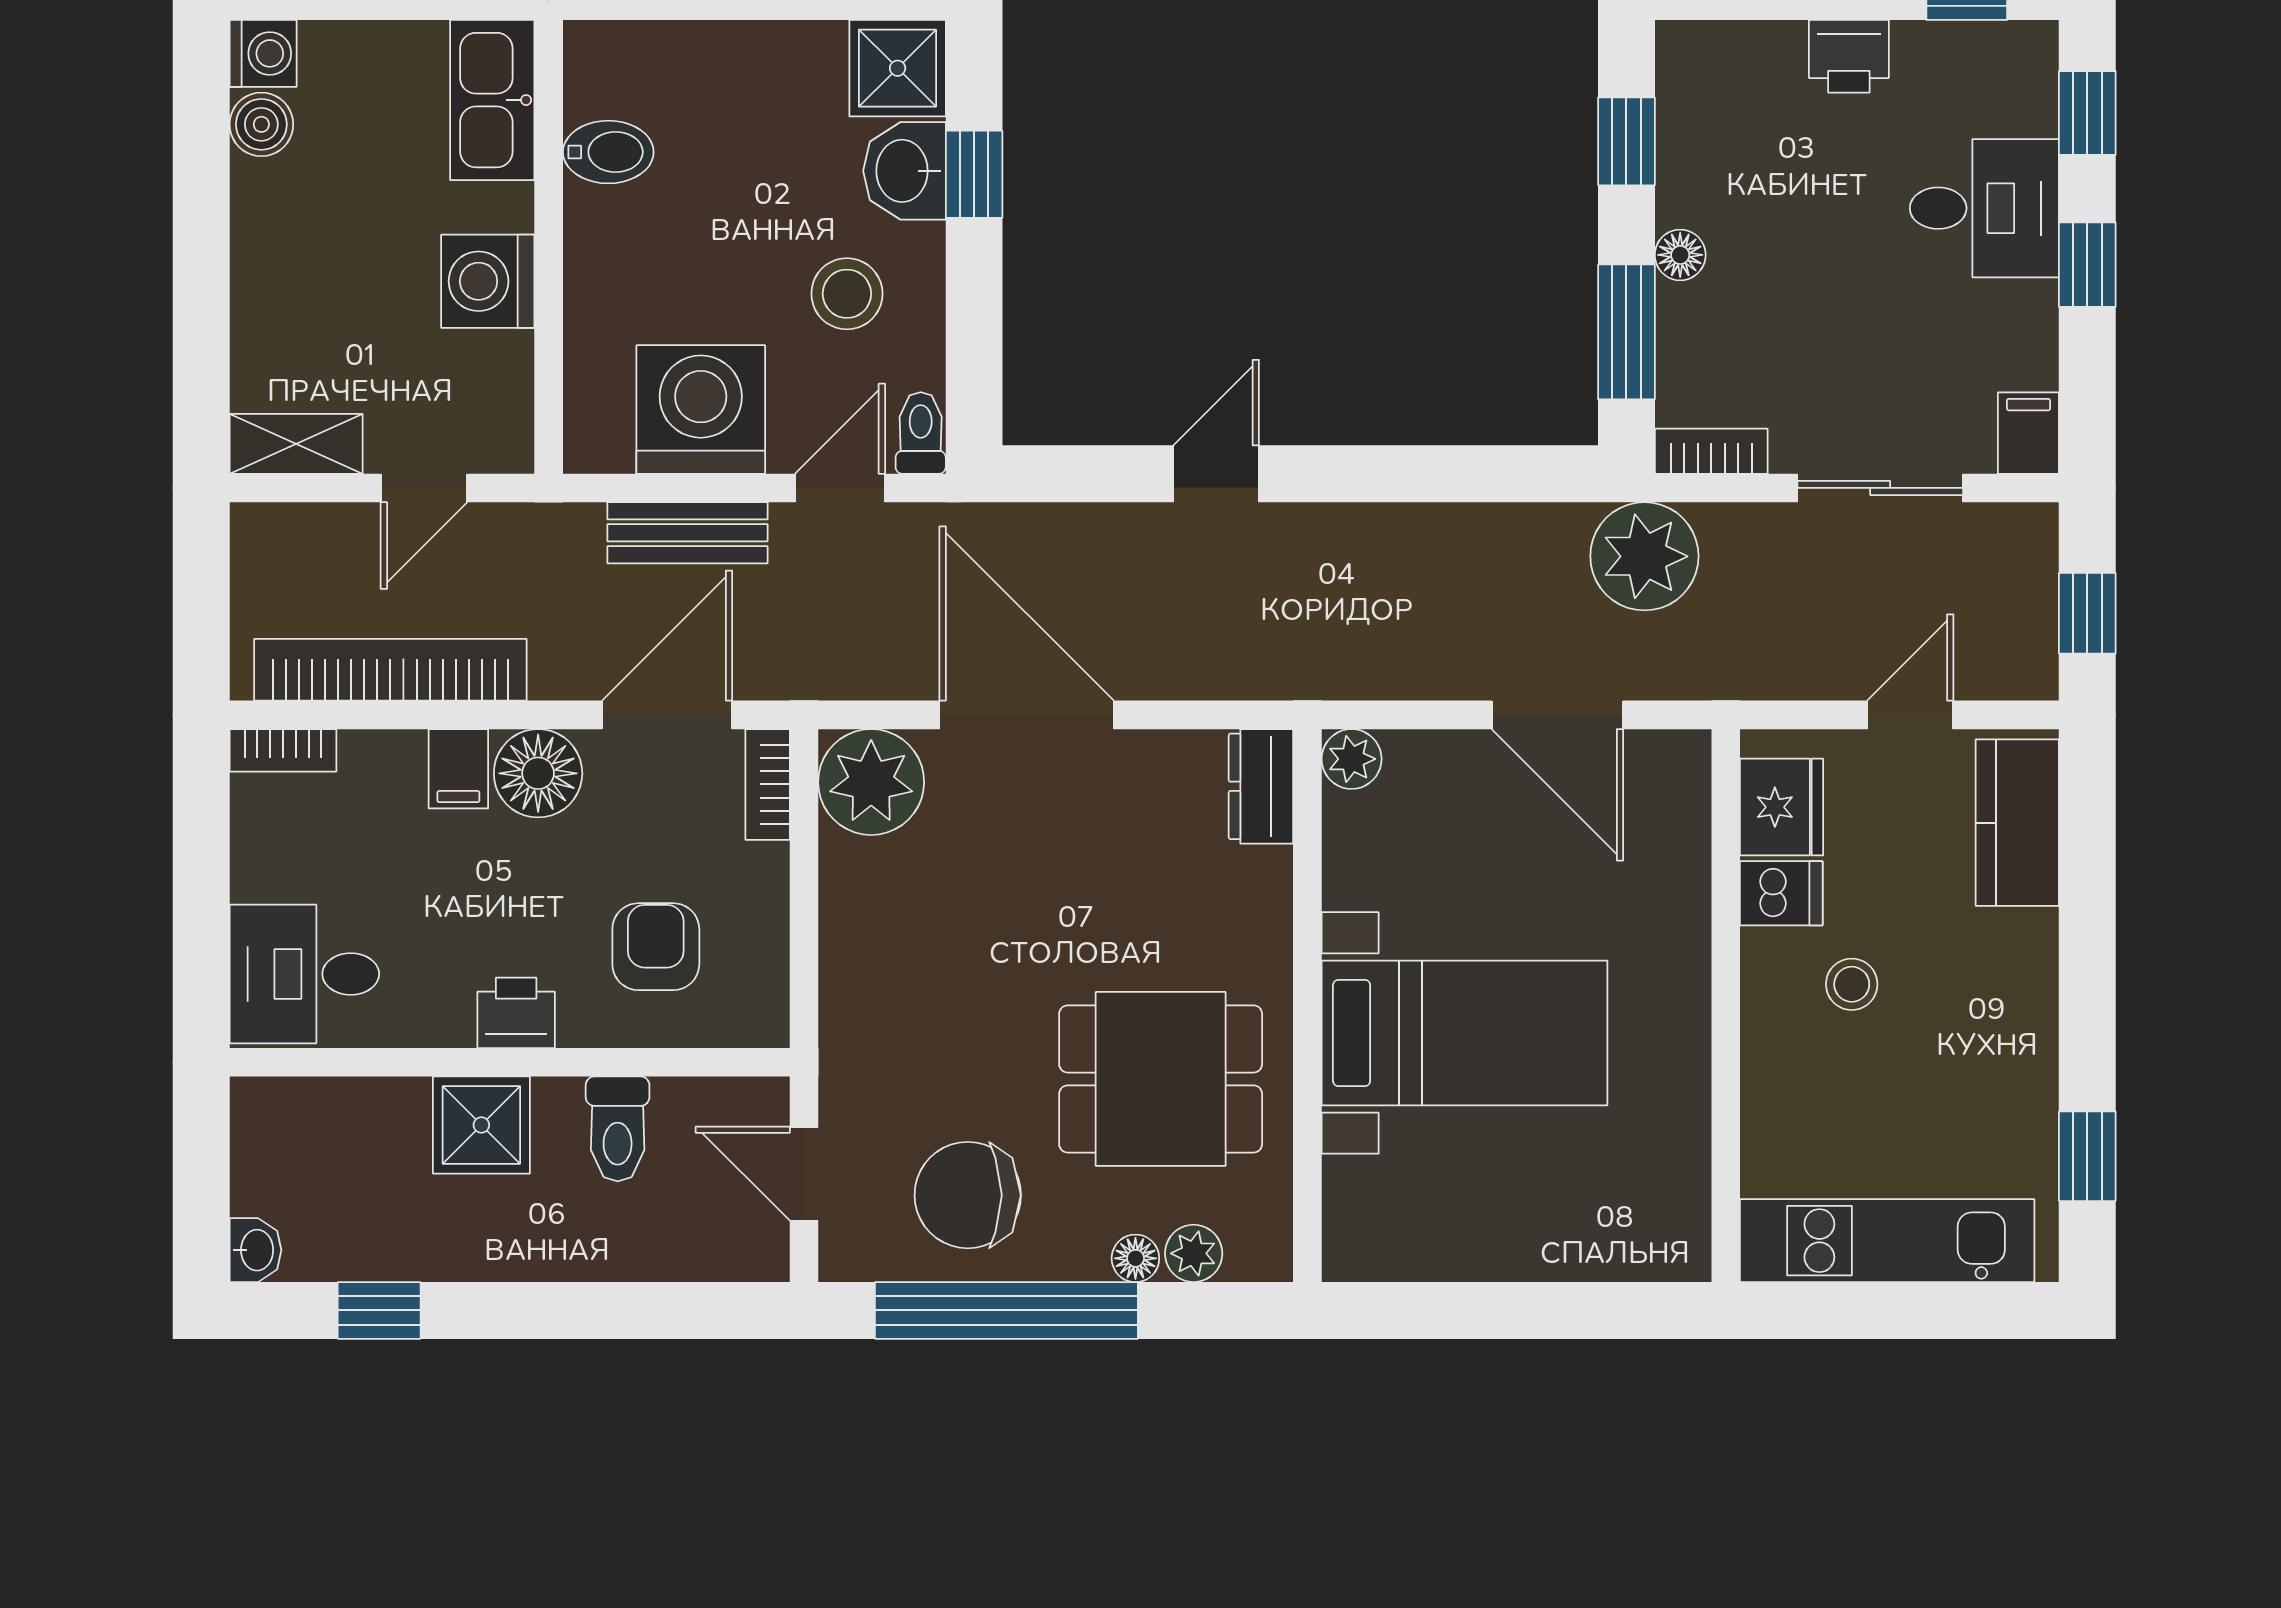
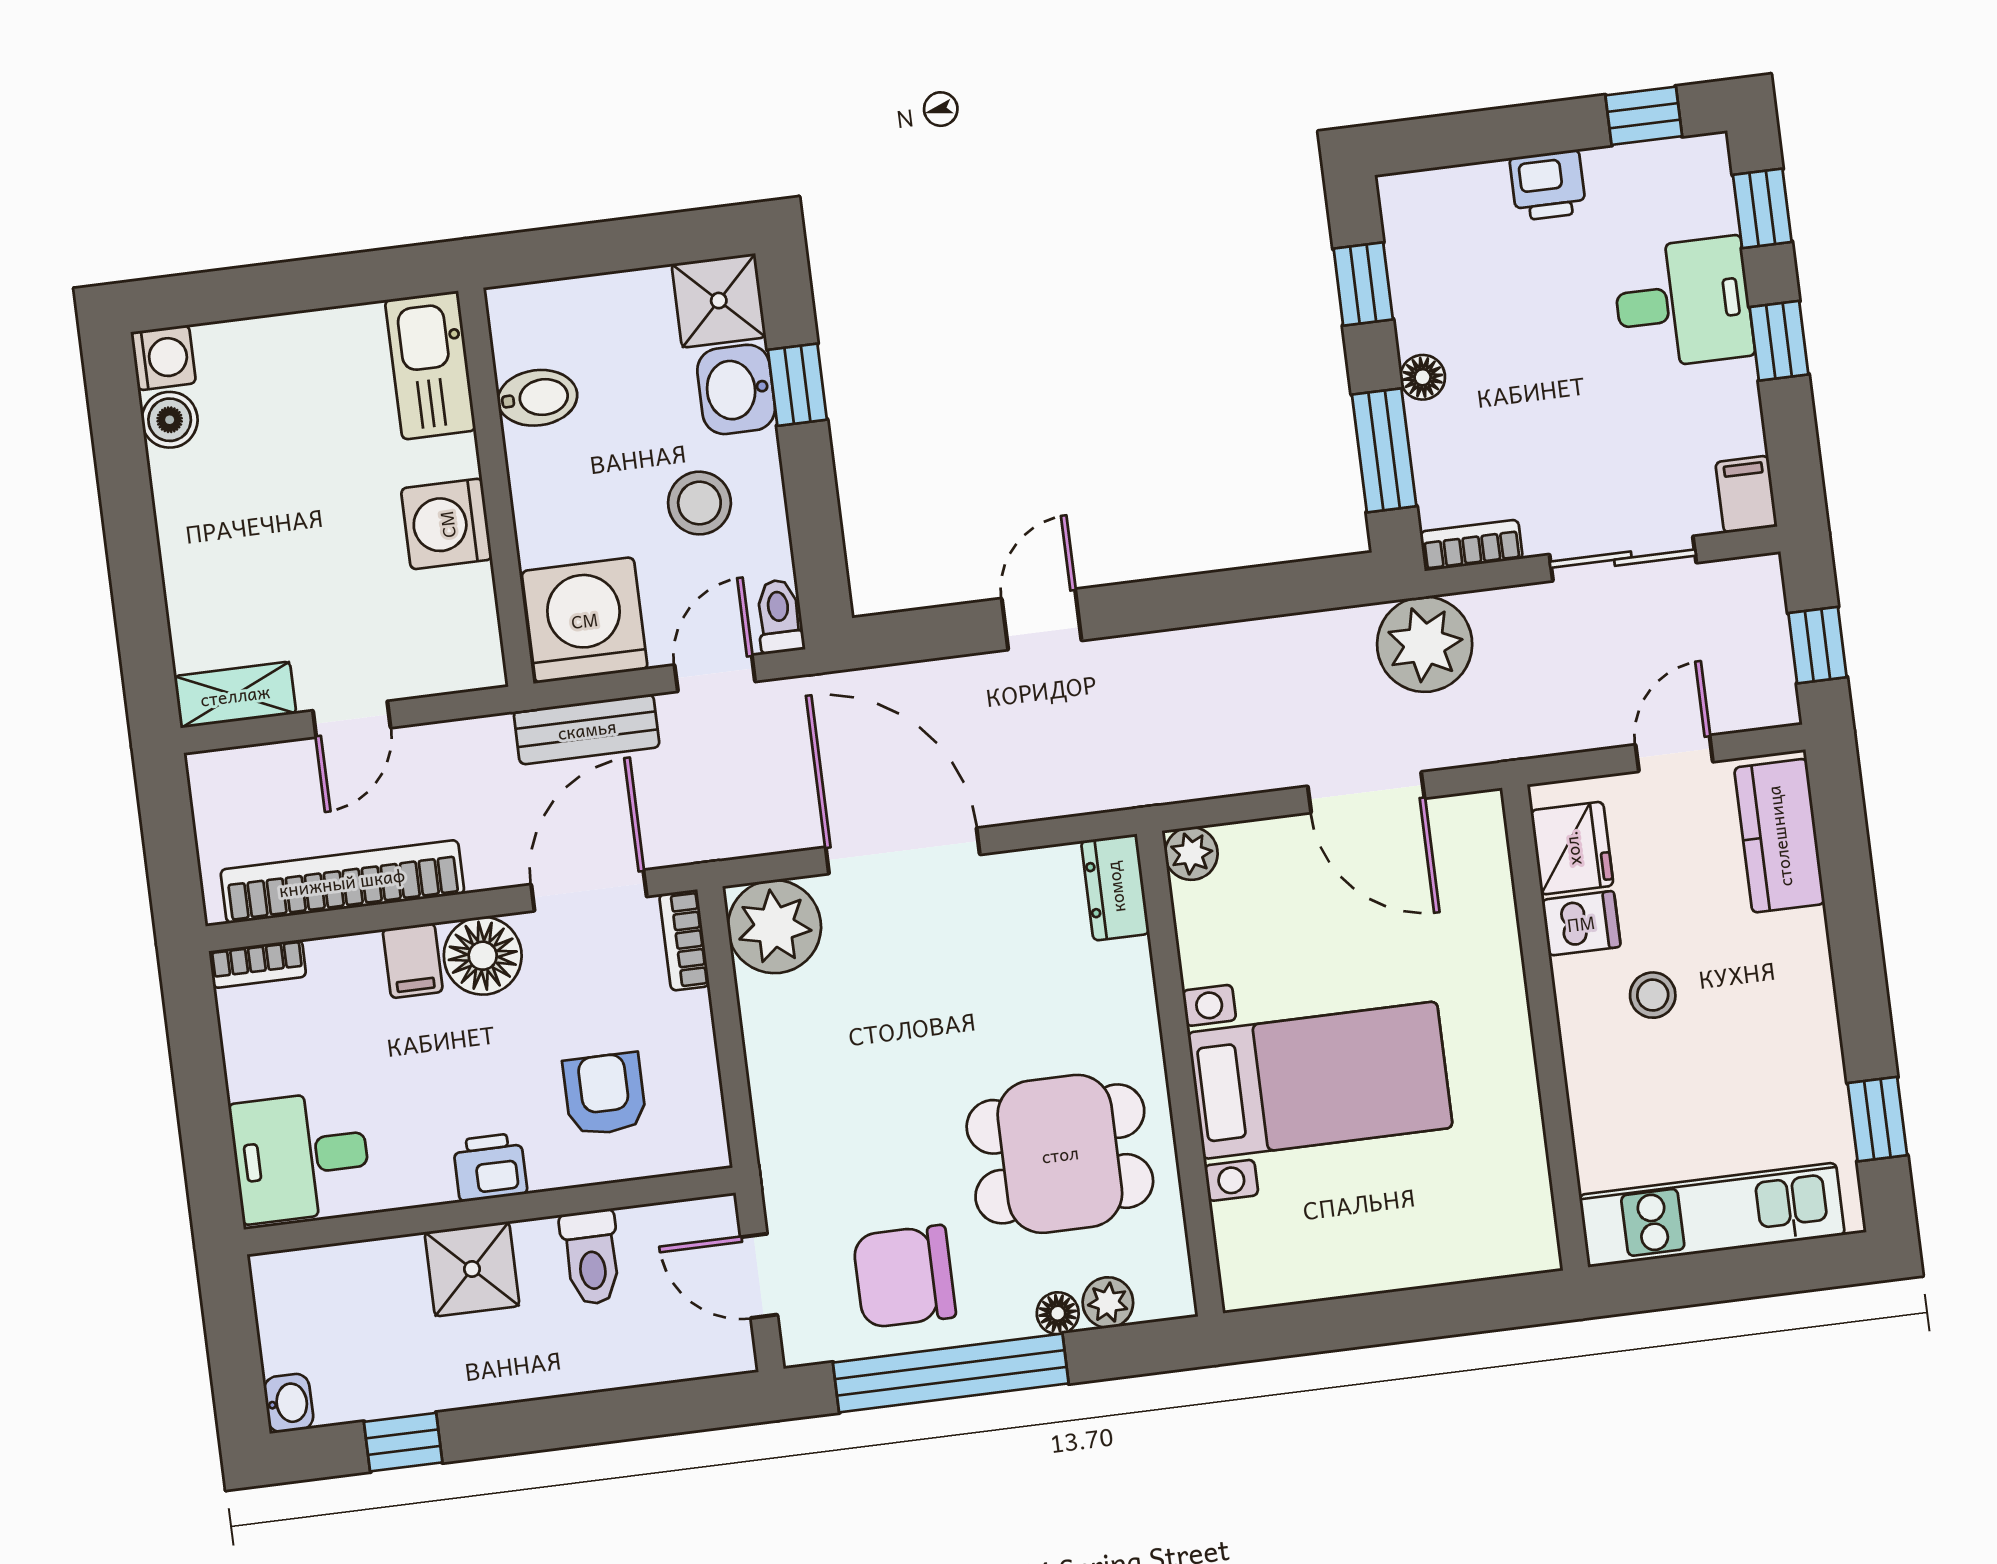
kitchen sink: (492, 100) -> (430, 365), moved
bidet: (608, 152) -> (537, 398), moved
wall: (549, 247) -> (496, 487), moved
washing machine: (488, 281) -> (447, 524), moved

